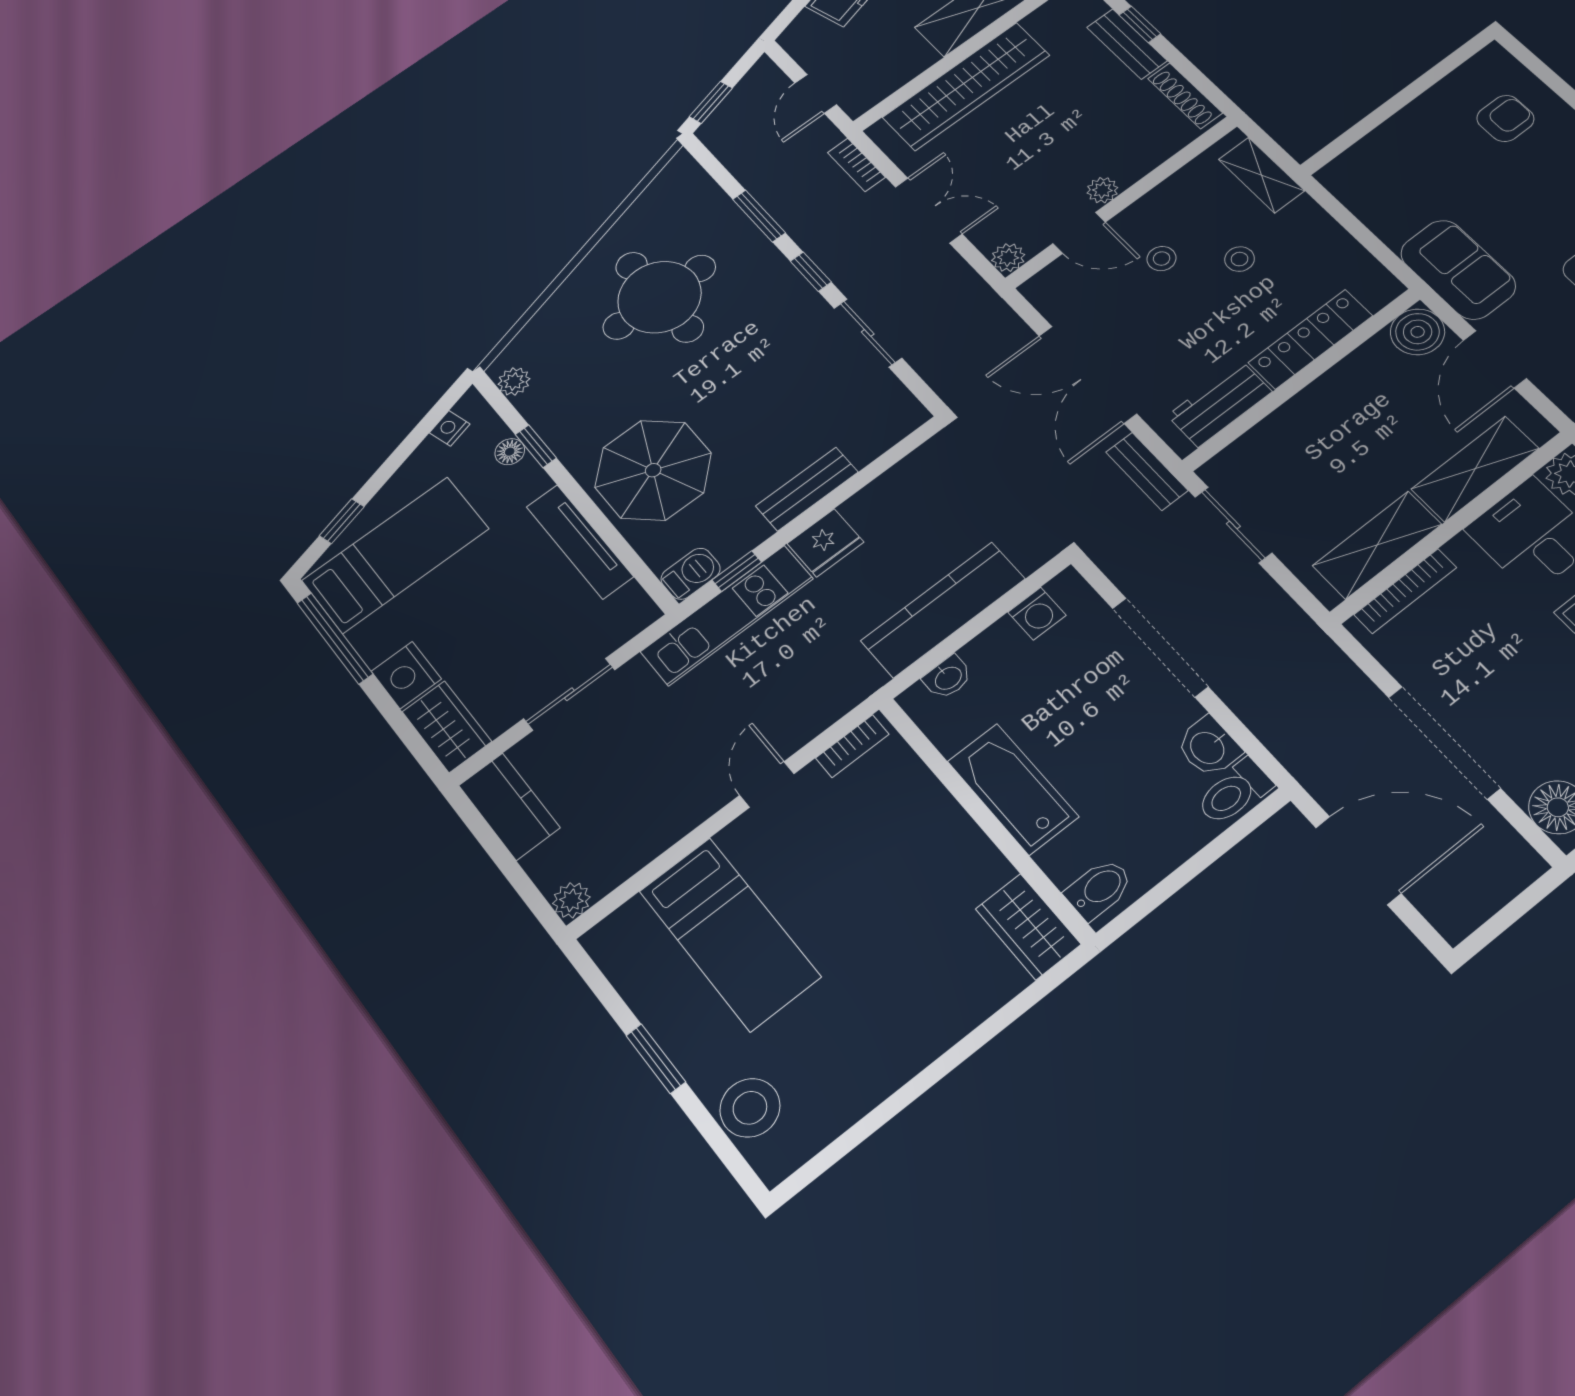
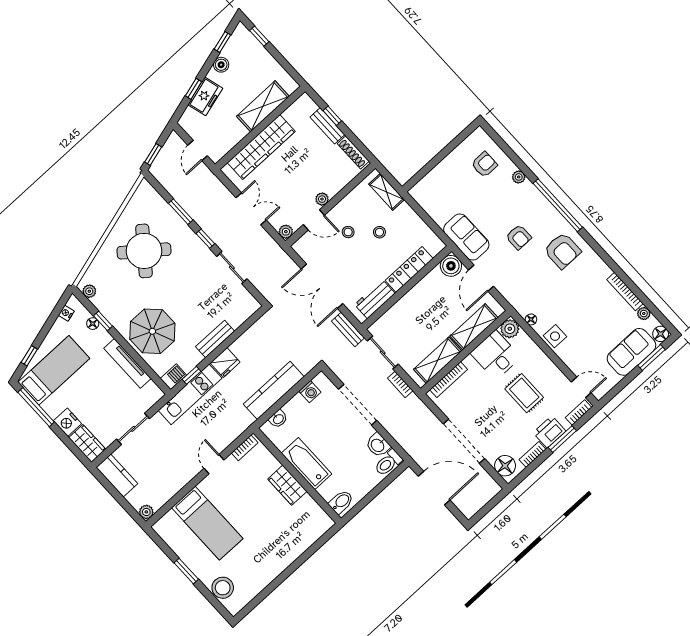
bookcase: (856, 165) -> (400, 384), moved
round table: (659, 297) -> (144, 251), turned 38
wardrobe: (1028, 927) -> (287, 485), moved

